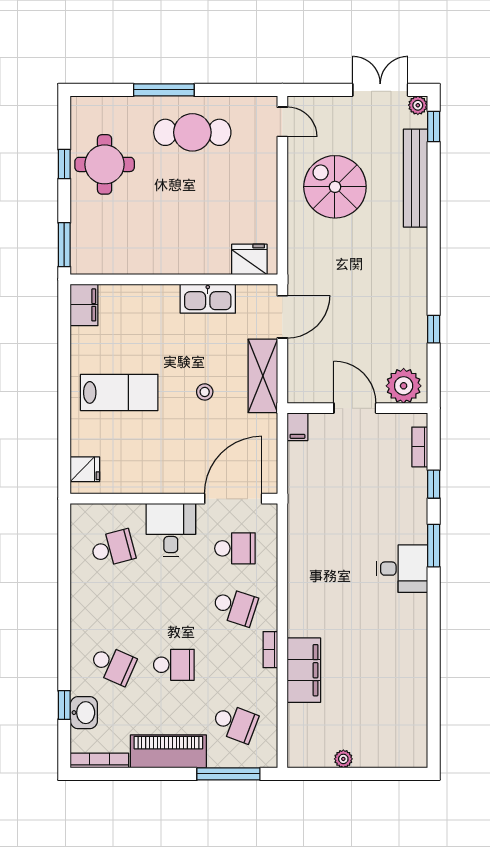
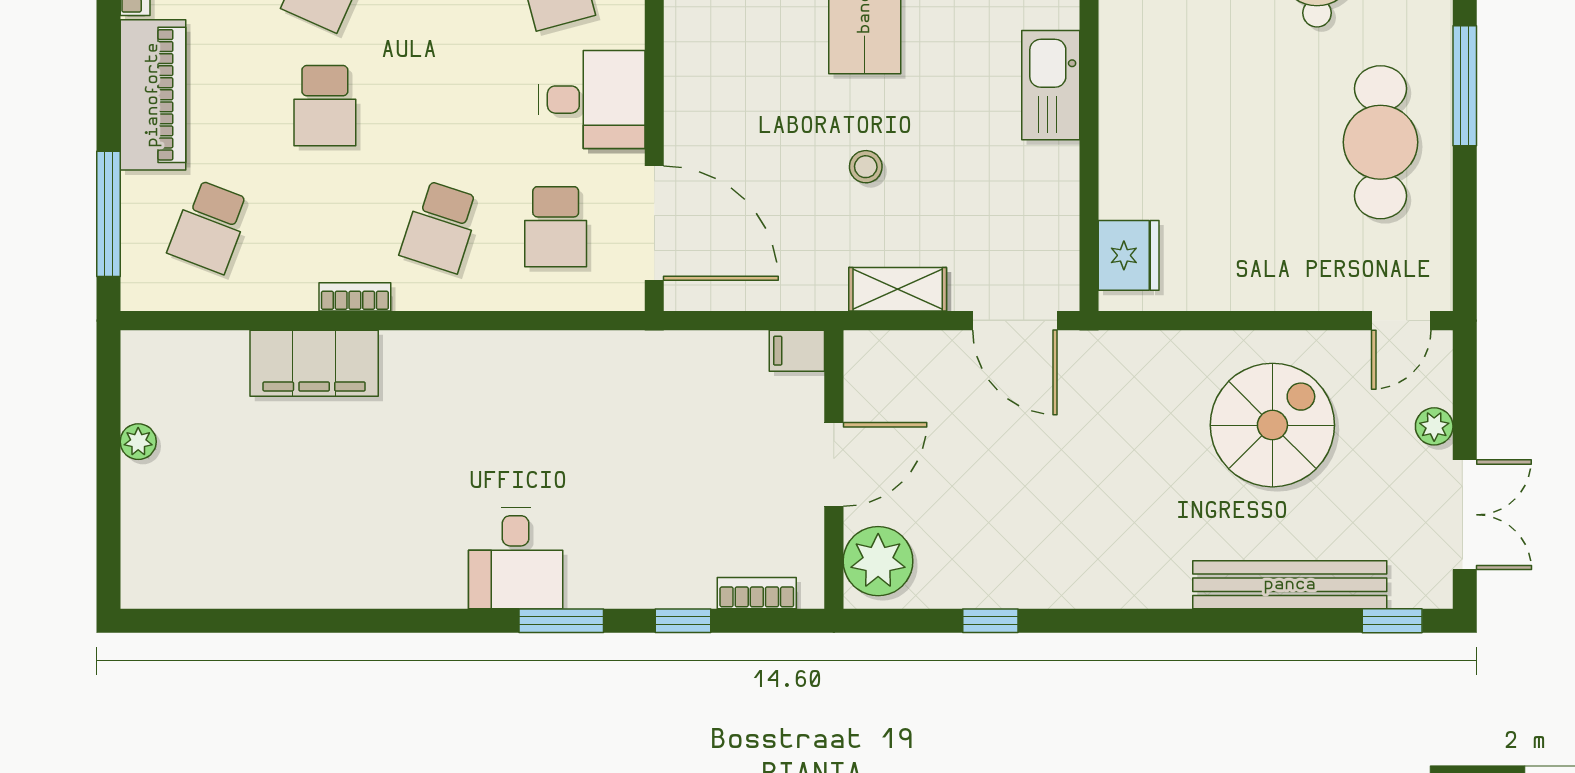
plant: (418, 105) -> (1434, 426), moved
kitchen sink: (208, 299) -> (1051, 85), moved
shelving: (263, 376) -> (898, 289), width x0.67, depth x0.75

